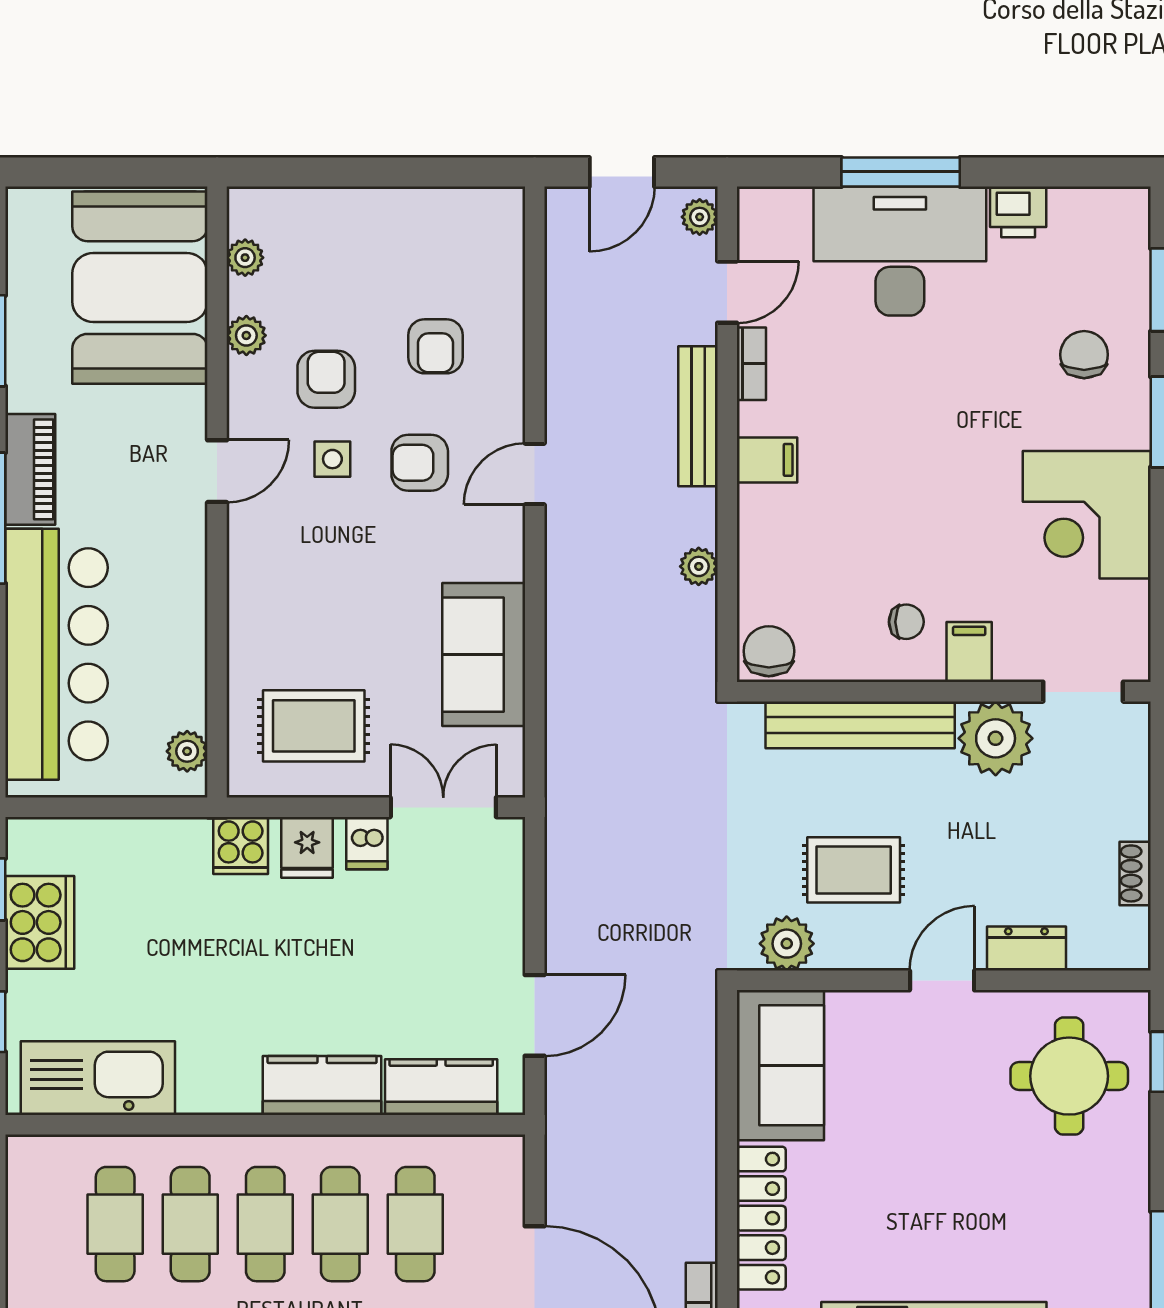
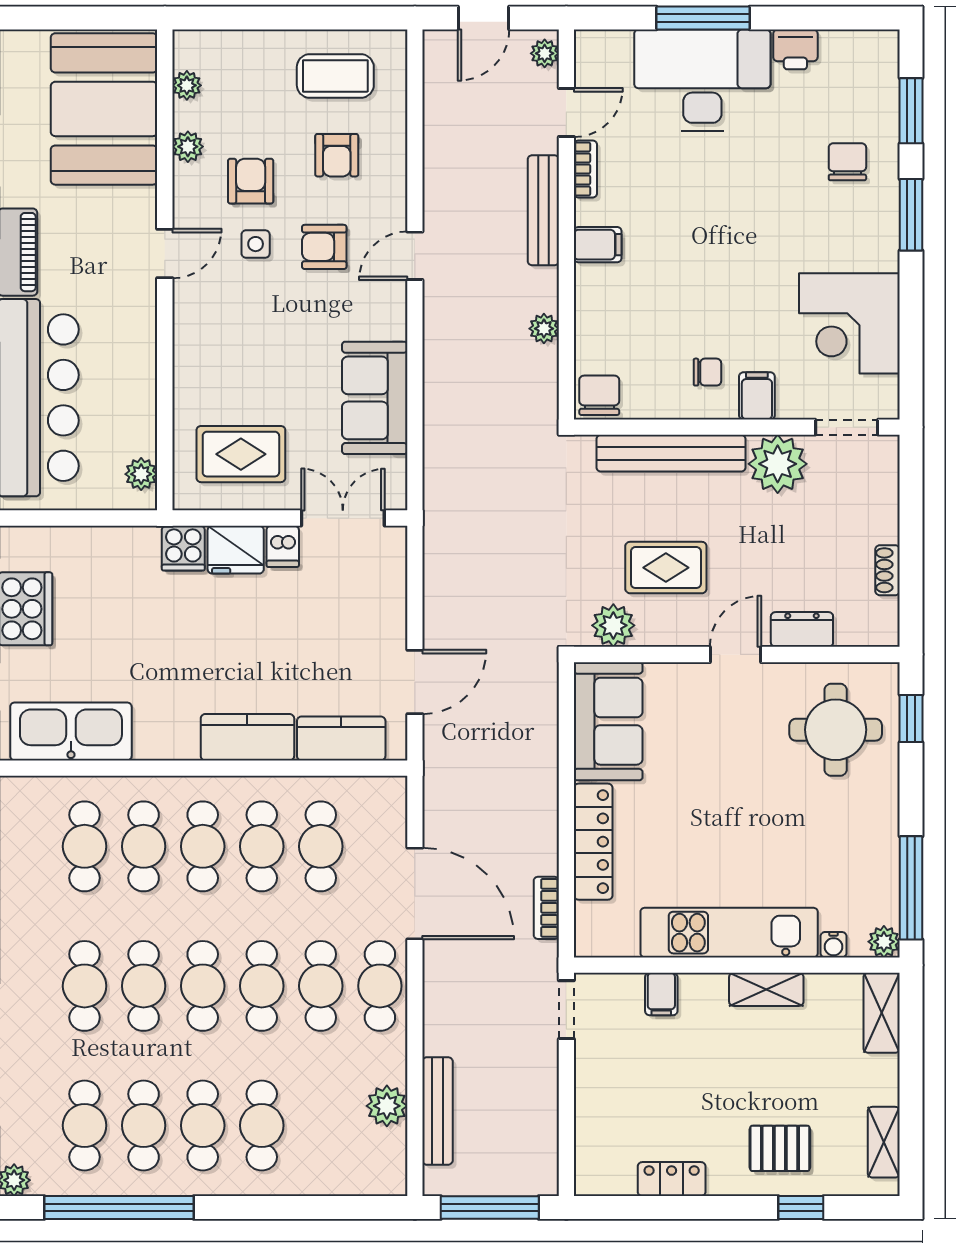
coffee table: (434, 246) -> (335, 76), added
corner desk: (1087, 515) -> (849, 323), moved
fridge: (307, 847) -> (236, 550), width x1.38

